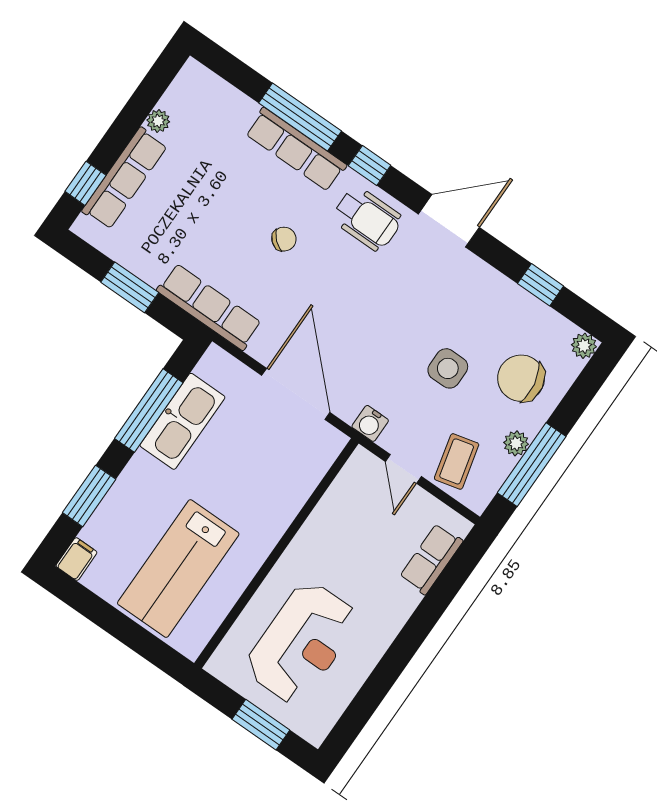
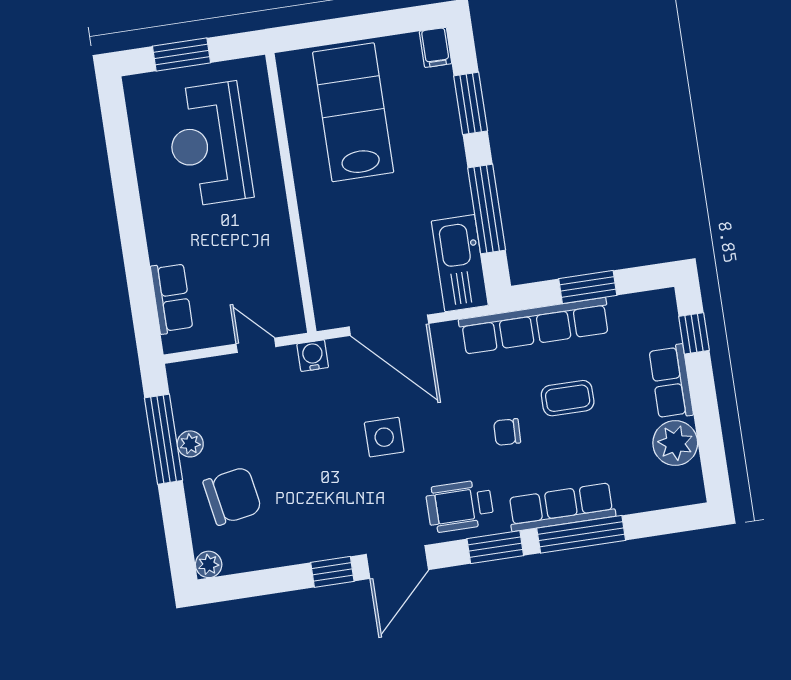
plant: (158, 121) -> (675, 443), width x1.88, depth x1.88
window: (370, 166) -> (495, 547), width x1.50
row of seats: (125, 178) -> (671, 382), width x0.68
chair: (284, 239) -> (507, 432), turned 51
window: (541, 285) -> (332, 572), moved
row of seats: (209, 307) -> (535, 326), width x1.36
side table: (448, 368) -> (384, 437), moved
kitchen sink: (182, 421) -> (460, 263), moved
coffee table: (457, 461) -> (568, 398), moved, turned -76

